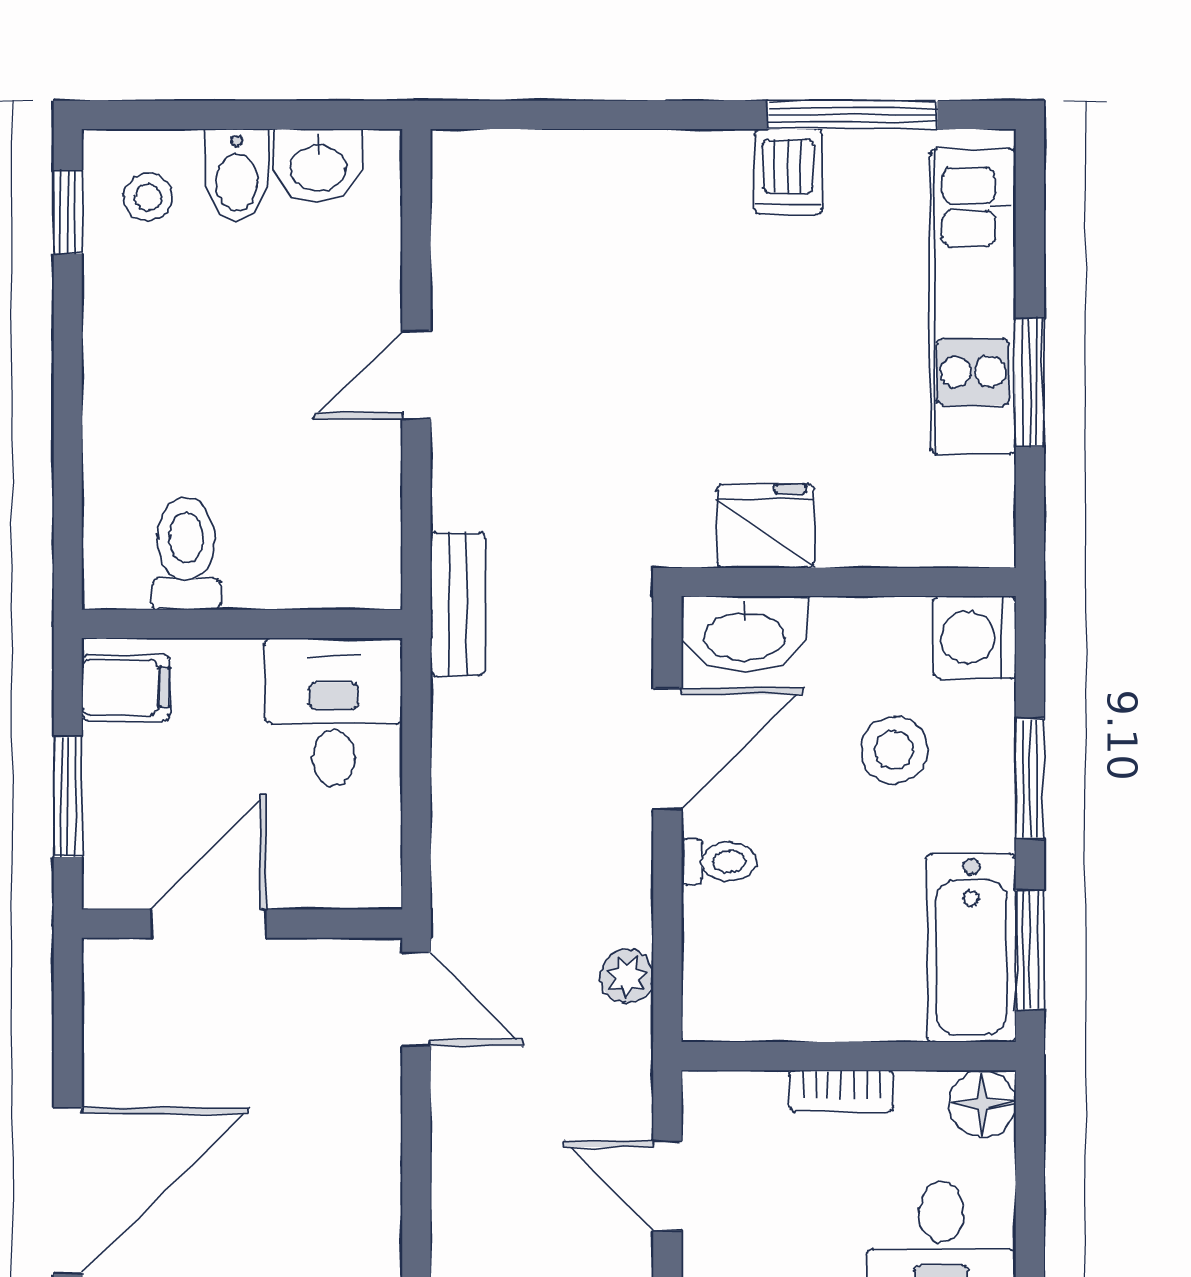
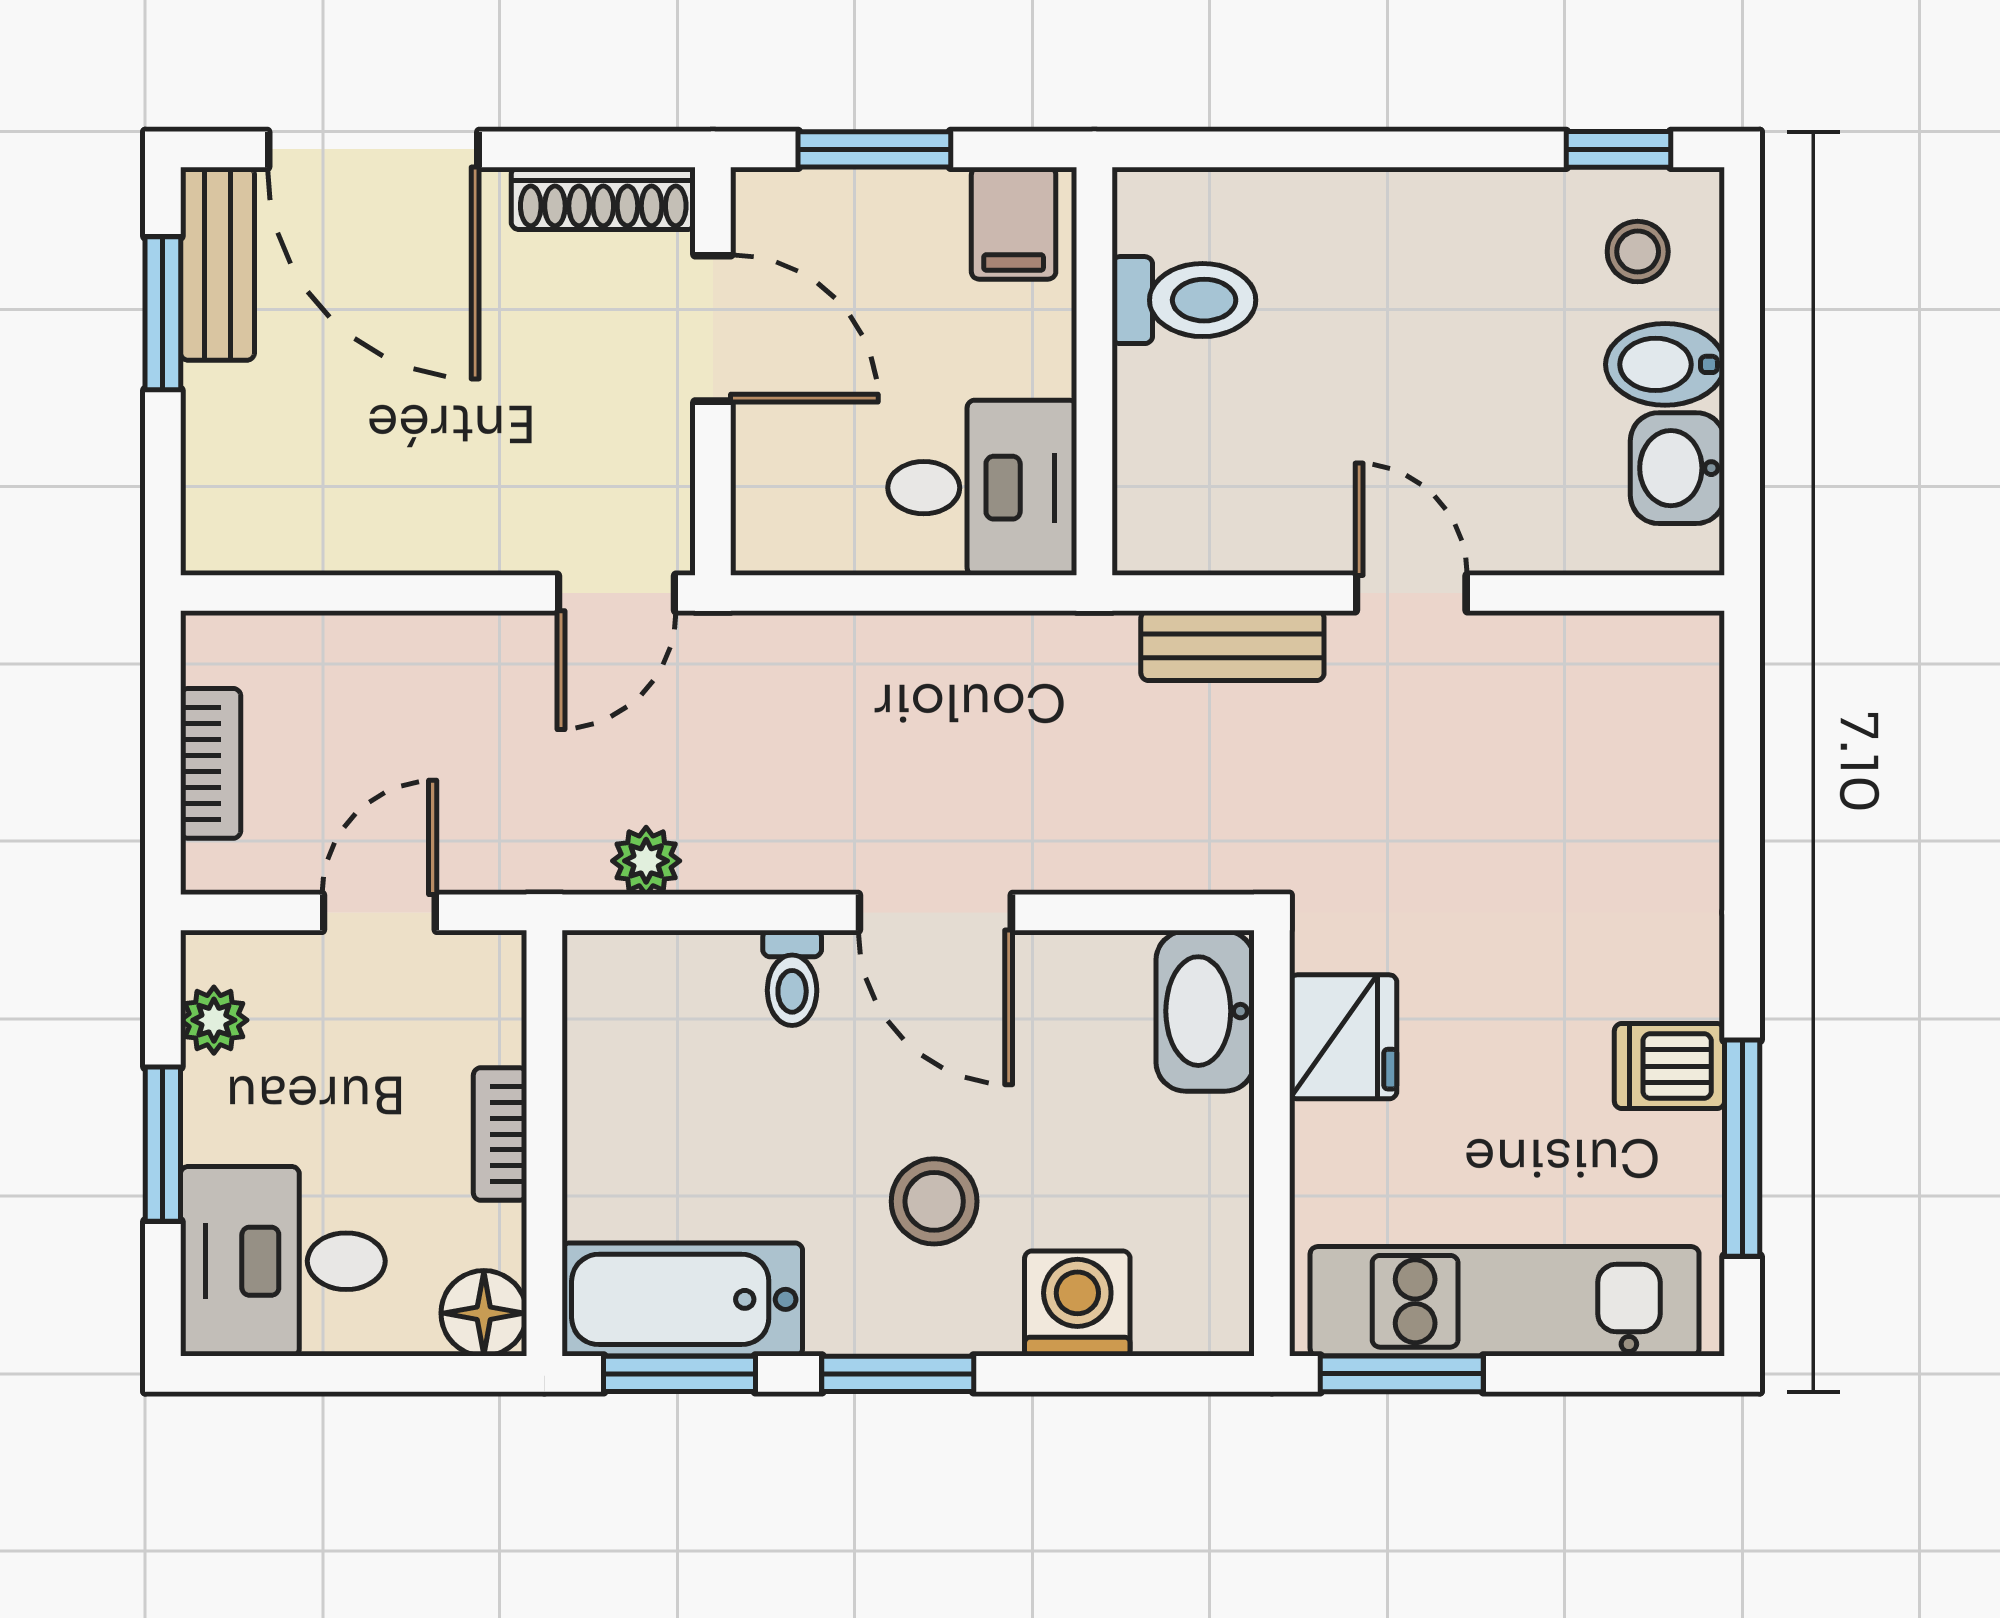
fridge: (765, 526) -> (1343, 1037), moved
wall: (849, 582) -> (1272, 1143), moved
bench: (458, 604) -> (1232, 646), moved
washbasin: (745, 634) -> (1205, 1011), moved
shoe rack: (106, 1010) -> (603, 198), added

